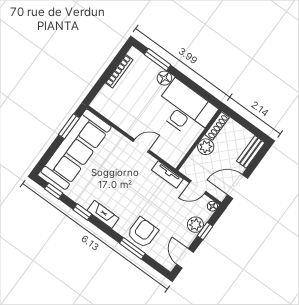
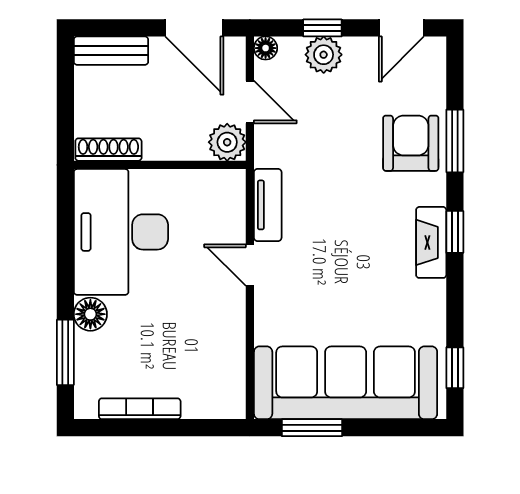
plant: (206, 147) -> (227, 142), moved
tv unit: (167, 174) -> (268, 205), moved
window: (82, 212) -> (455, 232), moved
armchair: (143, 232) -> (411, 143), turned 90

